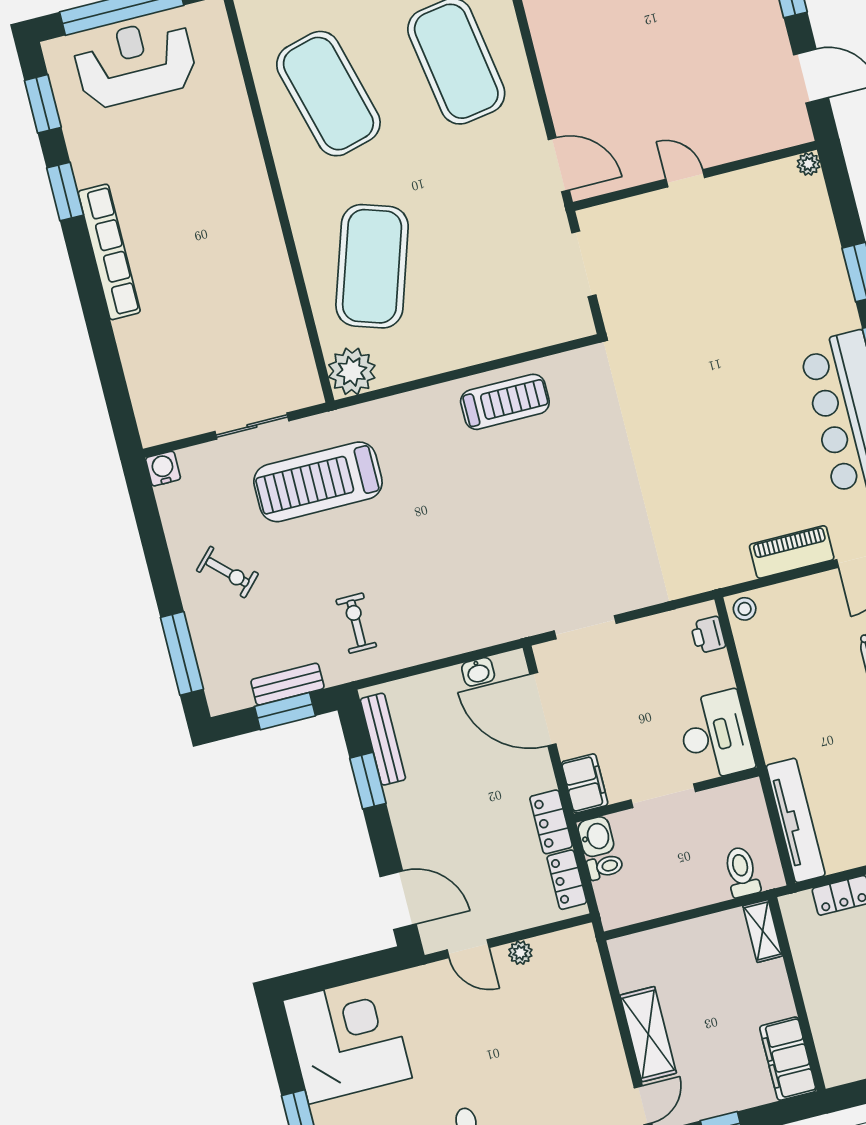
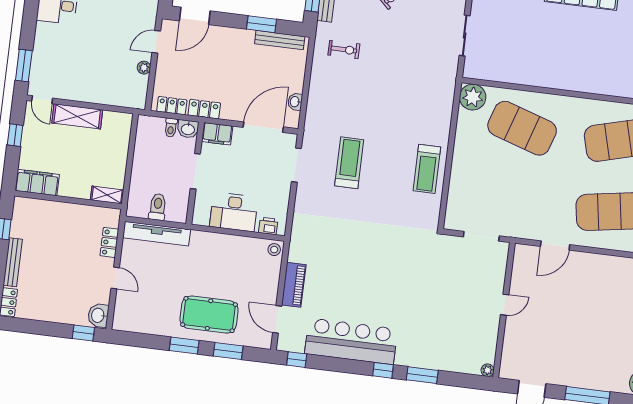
door: (559, 165) -> (555, 245), moved
treadmill: (318, 482) -> (349, 163), moved, width x0.73, depth x0.73
desk: (715, 735) -> (234, 212), moved
toilet: (742, 872) -> (158, 207), moved, turned -90

